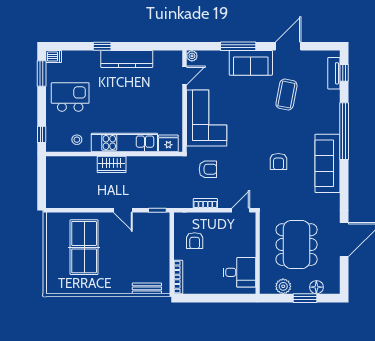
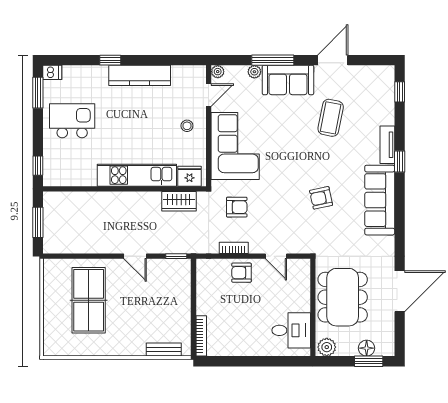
plant: (223, 56) -> (254, 72), added
tv unit: (334, 73) -> (387, 145), moved
window: (344, 131) -> (400, 161), width x0.32
stool: (77, 140) -> (187, 126), moved
armchair: (278, 161) -> (321, 198), turned 78
wardrobe: (112, 164) -> (179, 201), moved
window: (42, 182) -> (38, 222), added
door: (241, 210) -> (276, 256), swing flipped
armchair: (195, 241) -> (241, 273), moved, turned 90
wall: (258, 253) -> (313, 307), moved
desk: (239, 272) -> (291, 330), moved
window: (305, 298) -> (369, 361), moved

